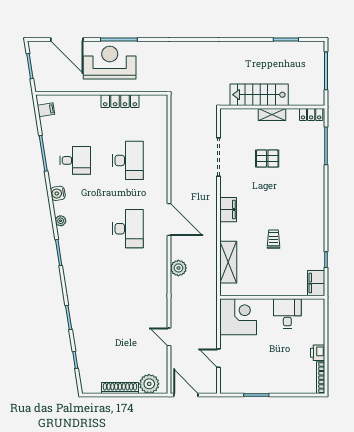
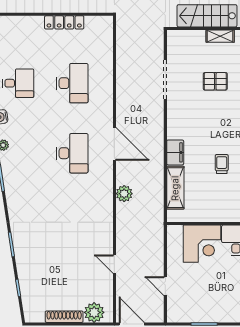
filing cabinet: (228, 210) -> (175, 152), moved
corner desk: (238, 317) -> (202, 244), moved, turned 90

